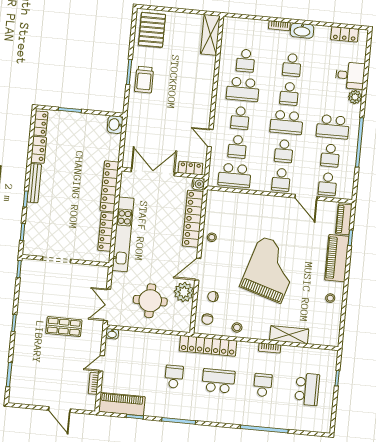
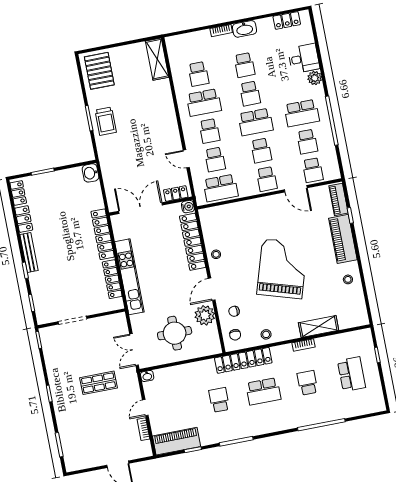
school desk: (218, 381) -> (263, 391), turned 180

